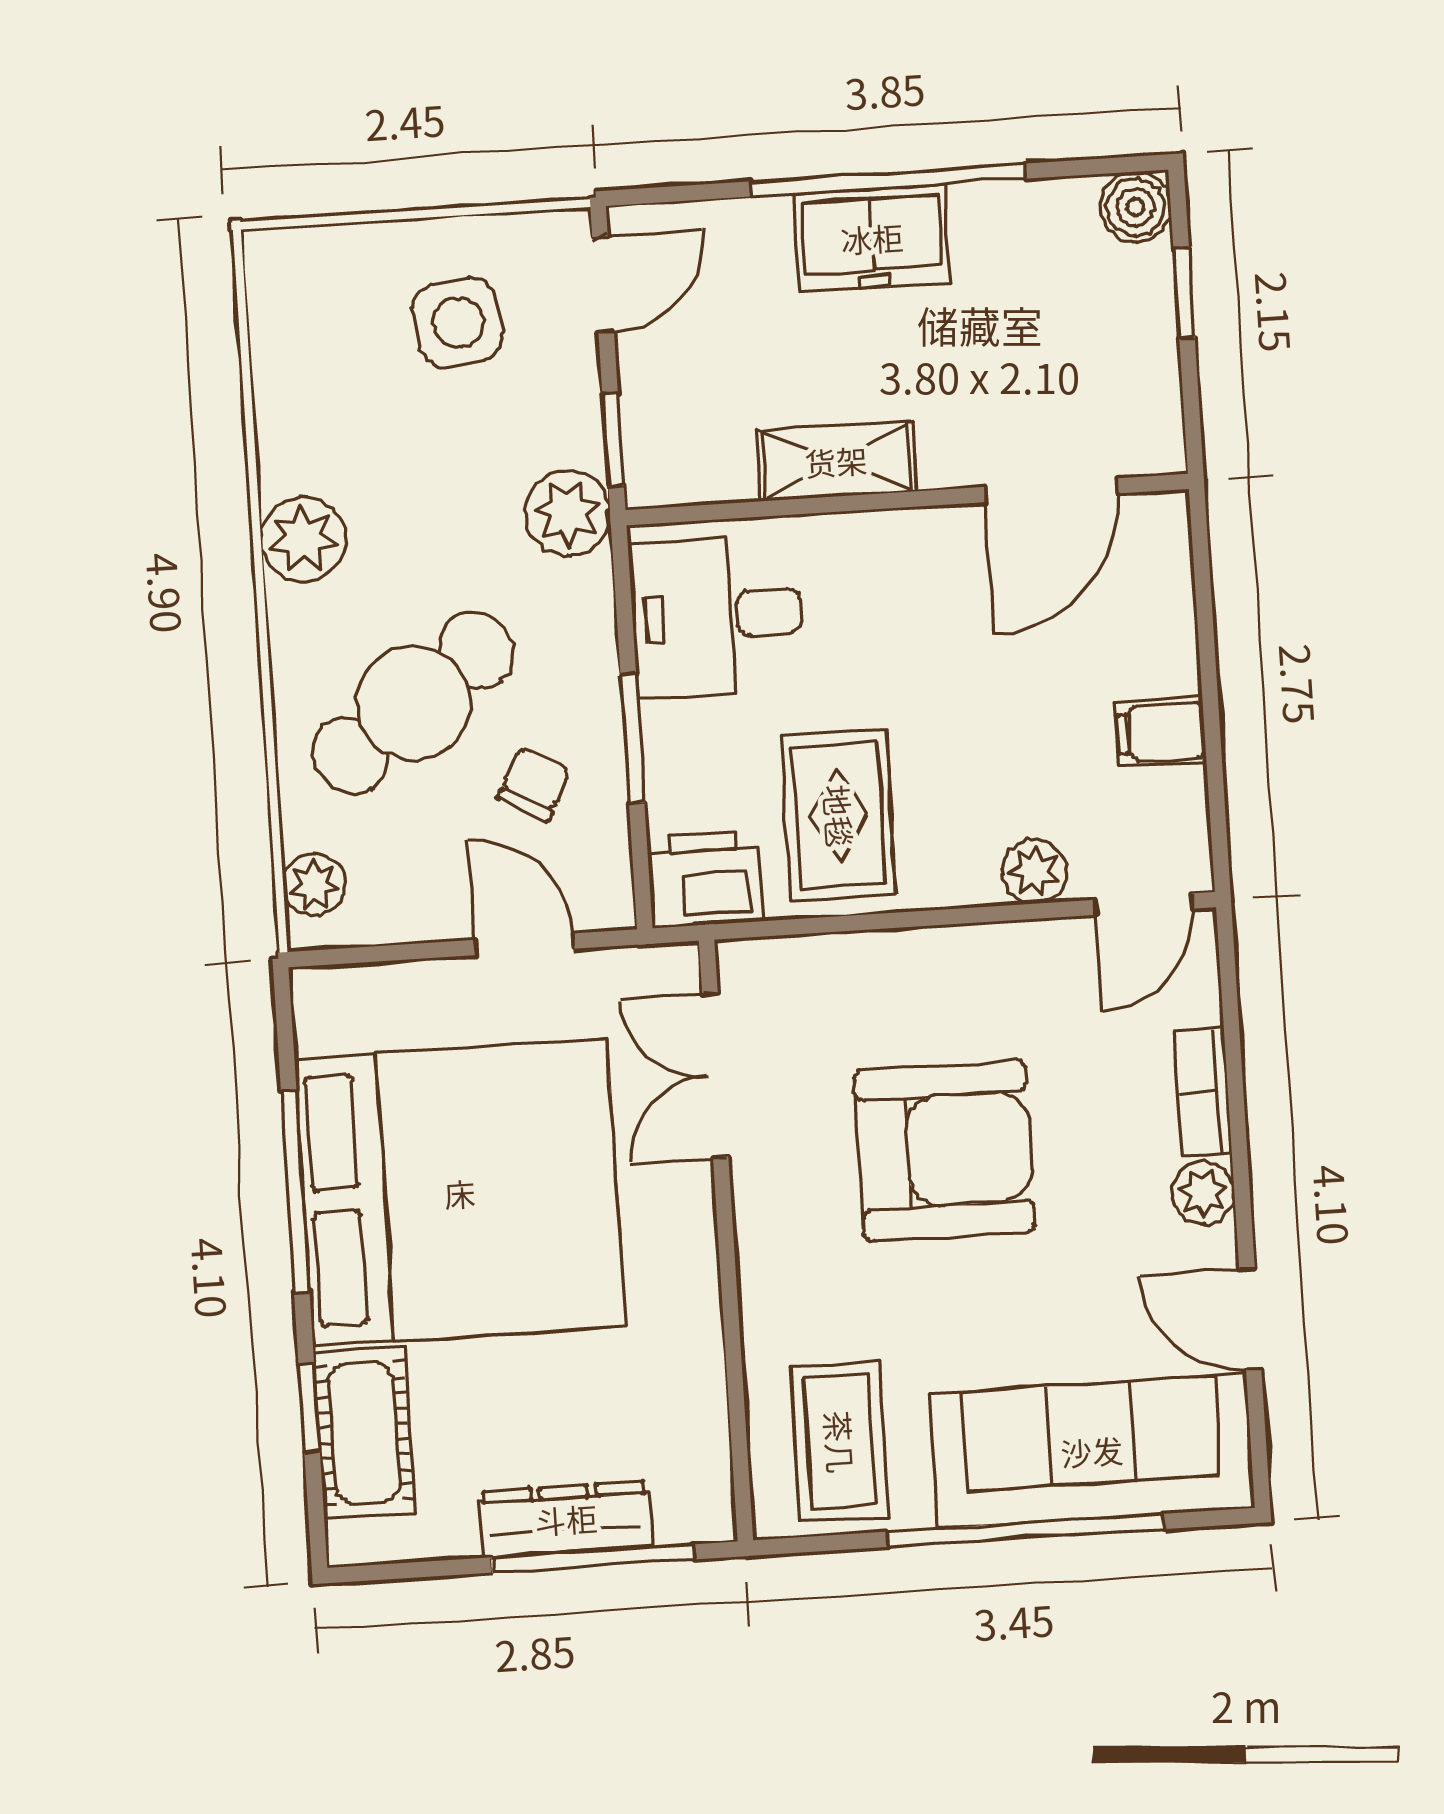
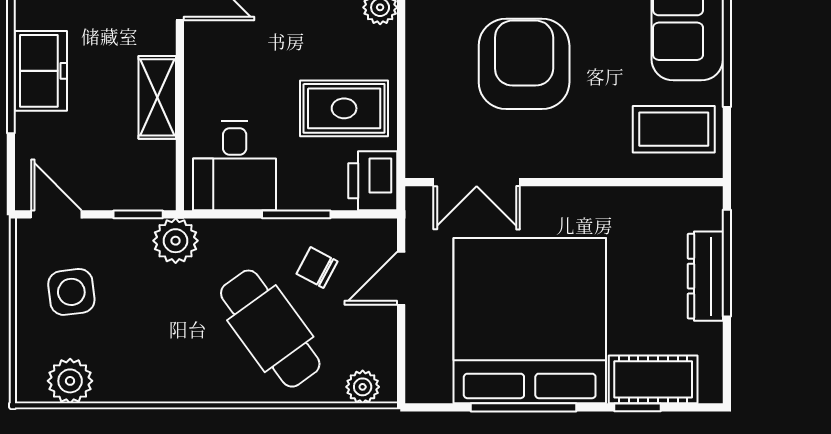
plant: (303, 539) -> (70, 381), moved

